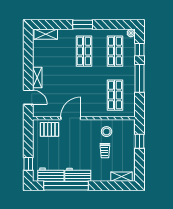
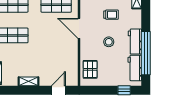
shelving: (37, 77) -> (29, 81), moved
door: (71, 118) -> (79, 28), moved
stool: (107, 132) -> (109, 42), moved

